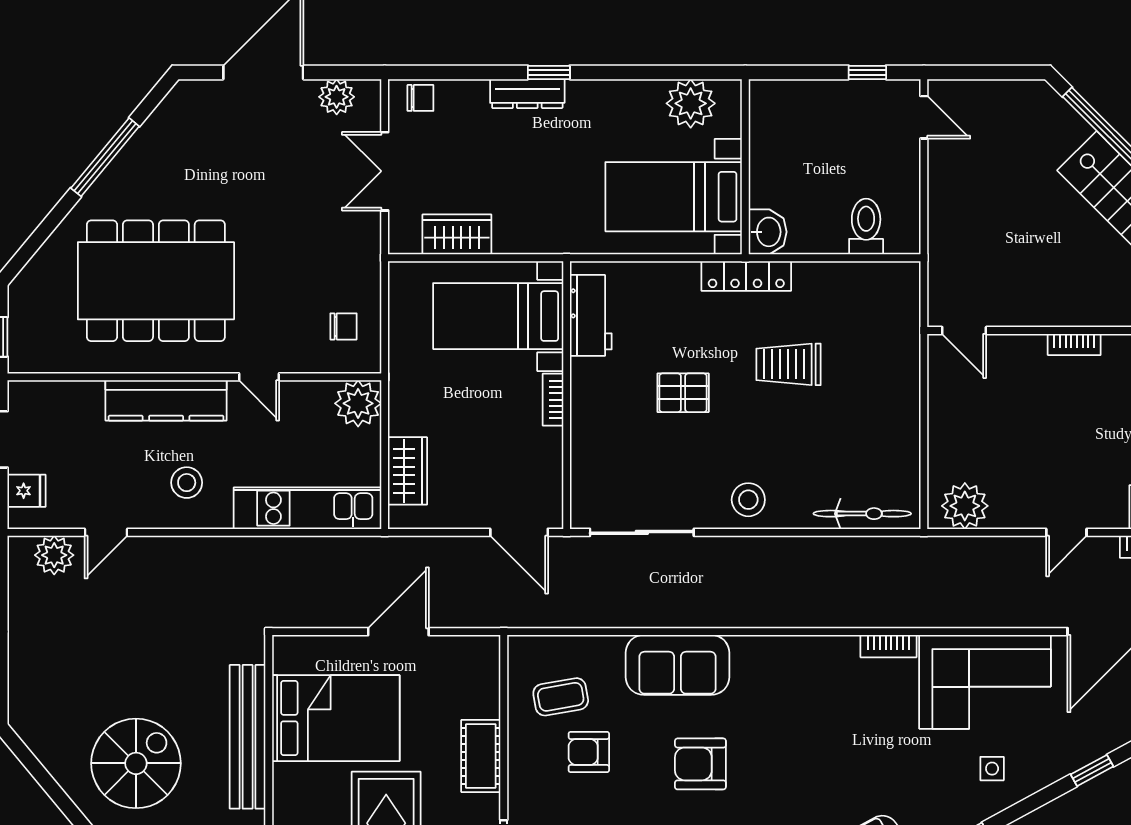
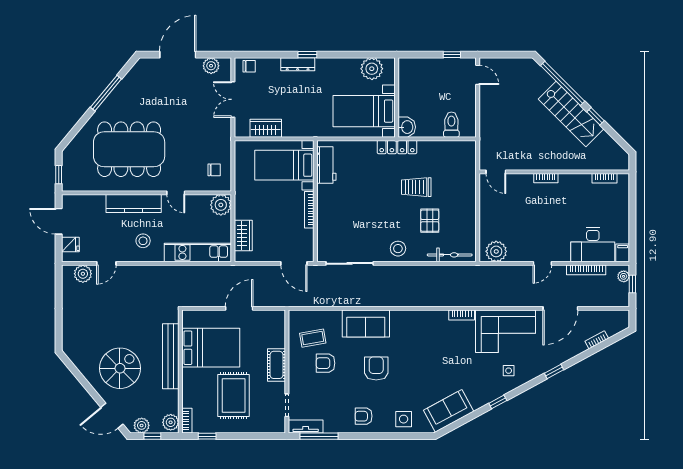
pallet: (683, 393) -> (430, 221), moved, turned 90
bookcase: (553, 400) -> (309, 210), width x1.56
armchair: (700, 764) -> (376, 369), turned 90

